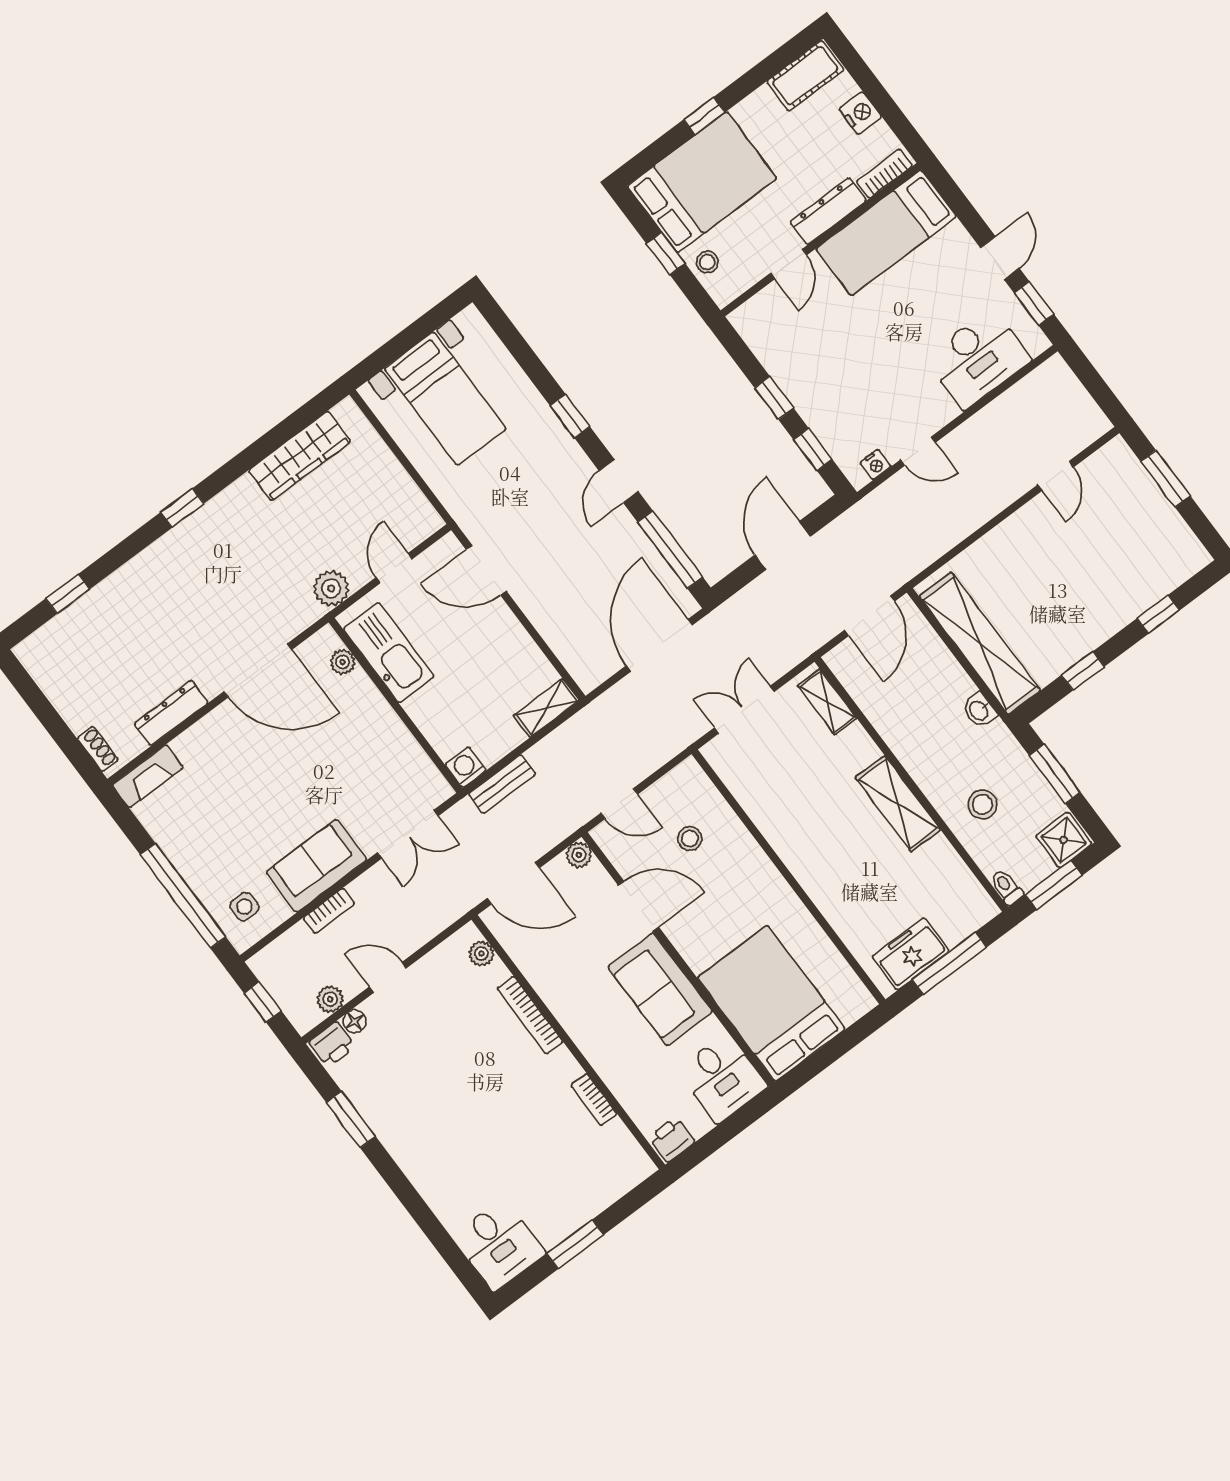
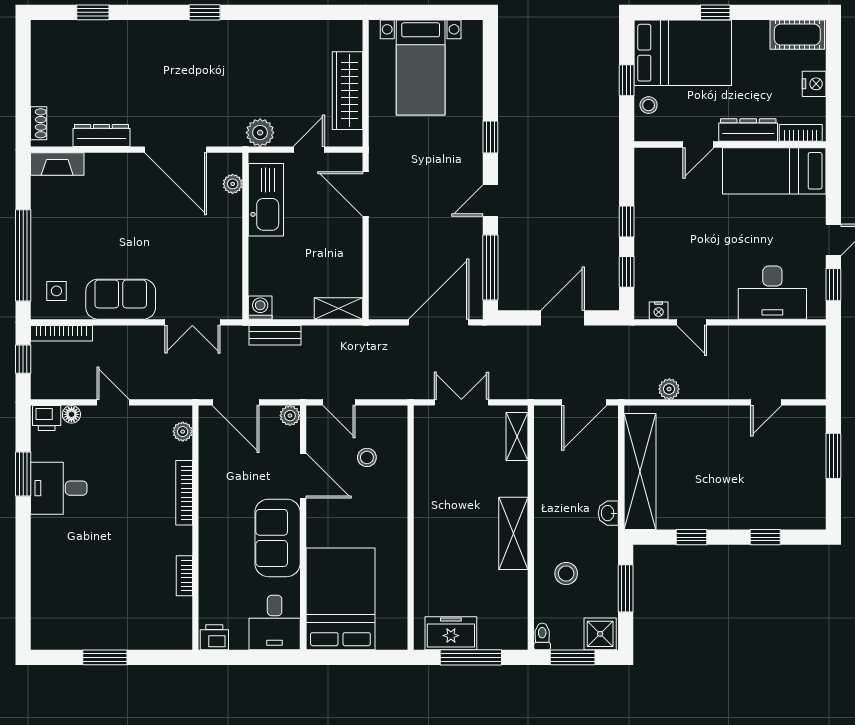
wardrobe: (300, 456) -> (348, 91), moved, turned 90
bookcase: (329, 911) -> (61, 333), moved, width x1.56
plant: (330, 999) -> (669, 389), moved
desk: (499, 1245) -> (59, 488), moved, turned 90

